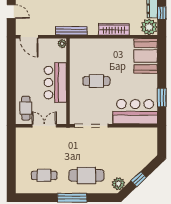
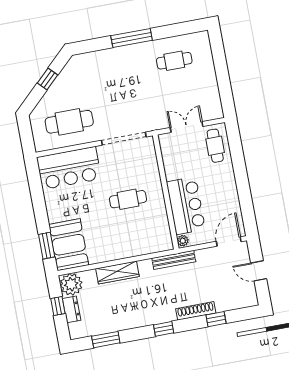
door: (29, 37) -> (229, 241), hinge flipped
bar counter: (55, 83) -> (186, 206), moved
window: (162, 97) -> (47, 246), moved
double door: (44, 126) -> (187, 127), swing flipped
cafe table: (86, 175) -> (69, 122), moved
plant: (118, 184) -> (73, 68), removed

